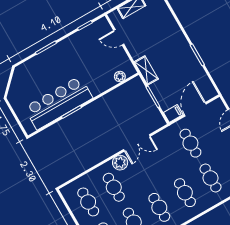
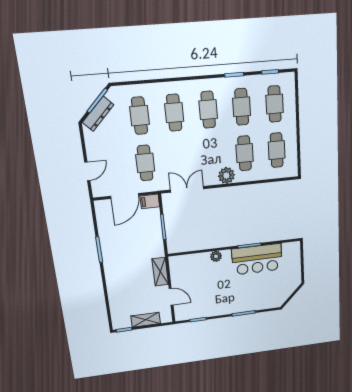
shelving: (146, 70) -> (160, 272), moved
plant: (120, 77) -> (216, 256), moved
bar counter: (58, 103) -> (257, 259), width x0.73
double door: (137, 143) -> (187, 189), moved

